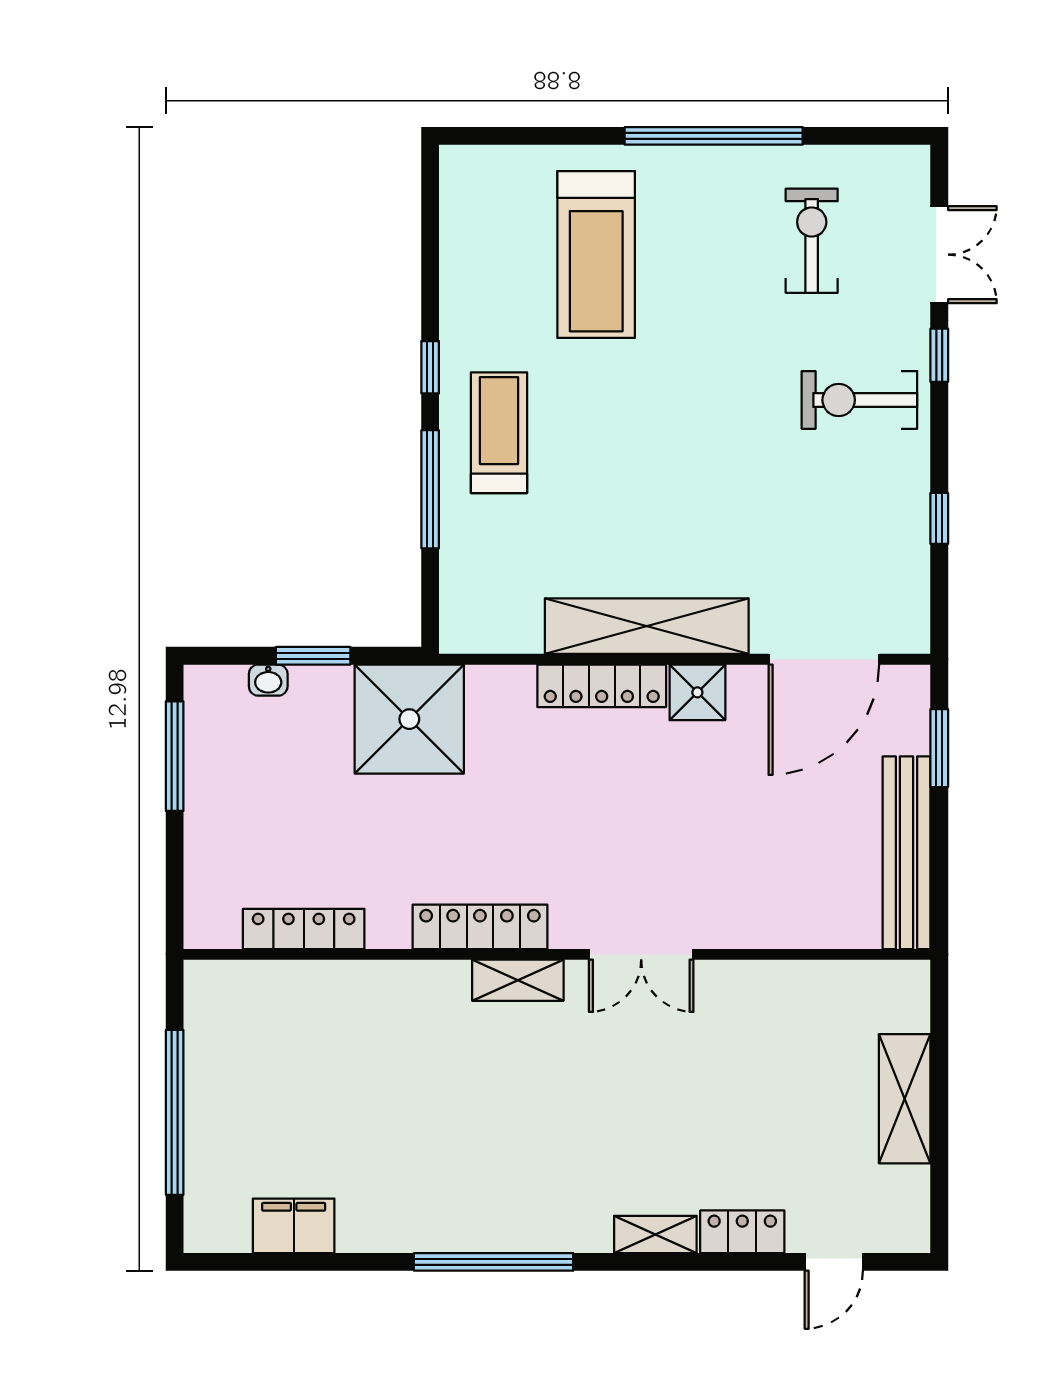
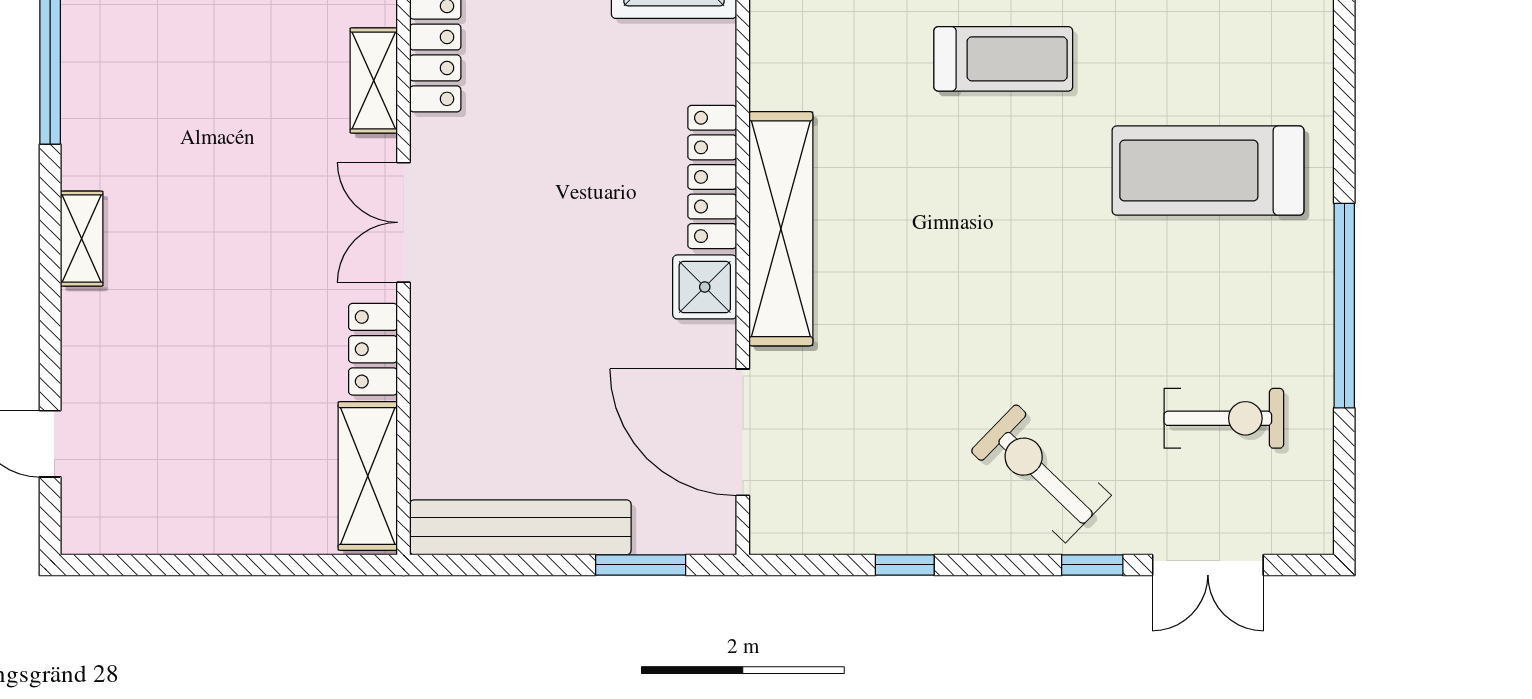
exercise bike: (859, 400) -> (1041, 473), turned -46
shelving: (905, 1099) -> (368, 476), moved, turned 90
locker: (742, 1232) -> (373, 349), moved, turned 180

